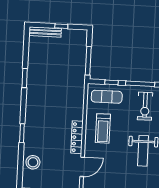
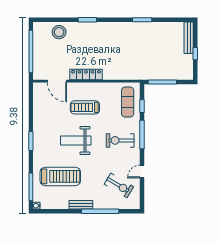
treadmill: (103, 128) -> (85, 107), moved

